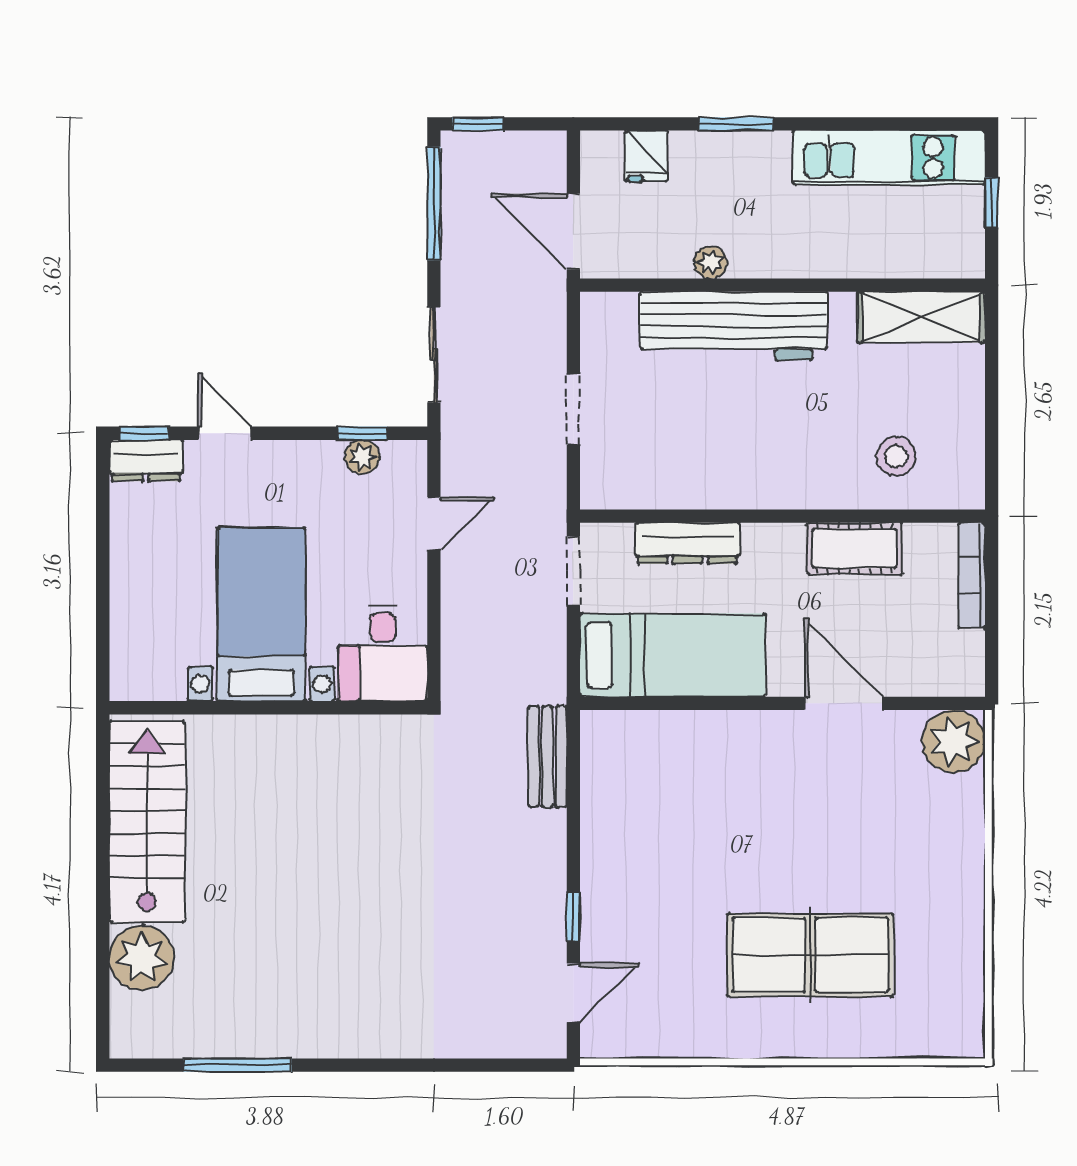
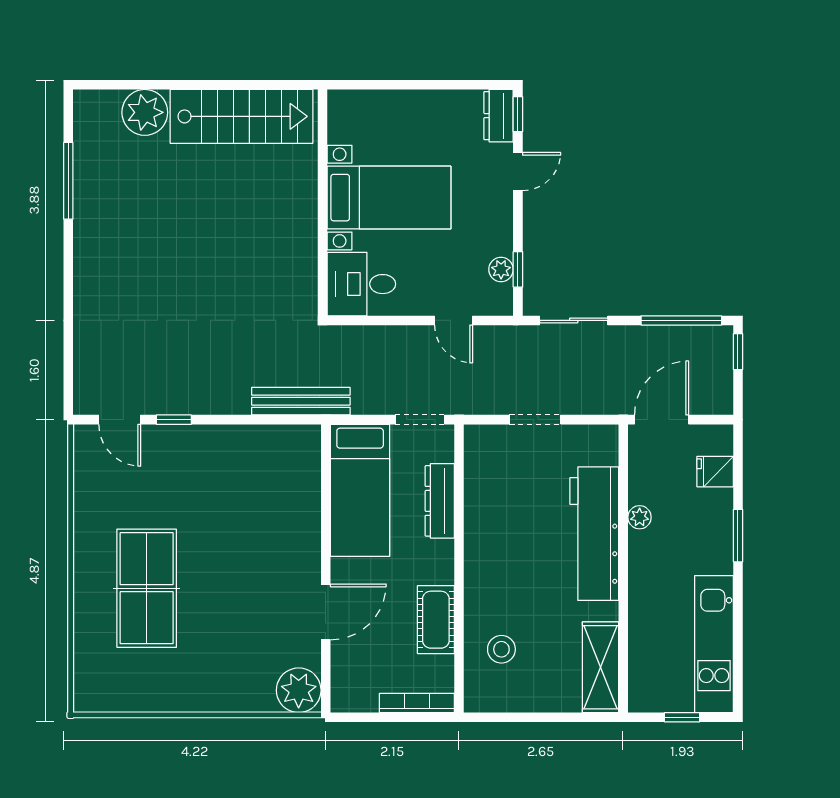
bench: (547, 757) -> (301, 401), width x1.36

